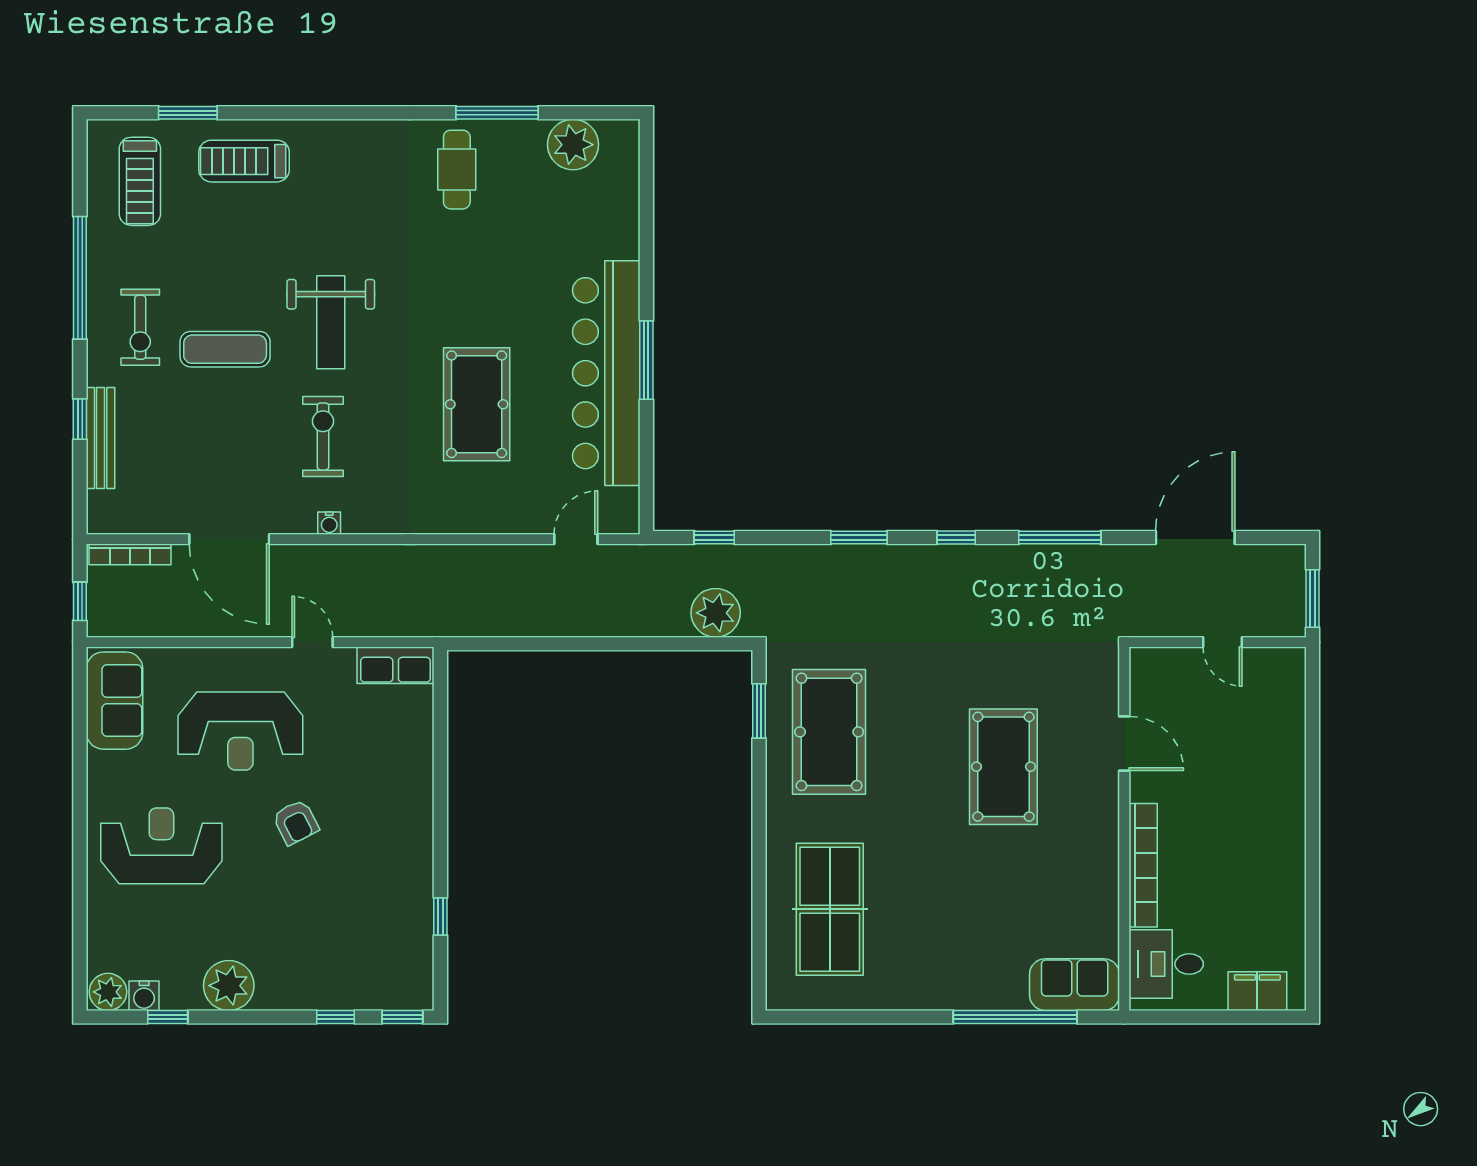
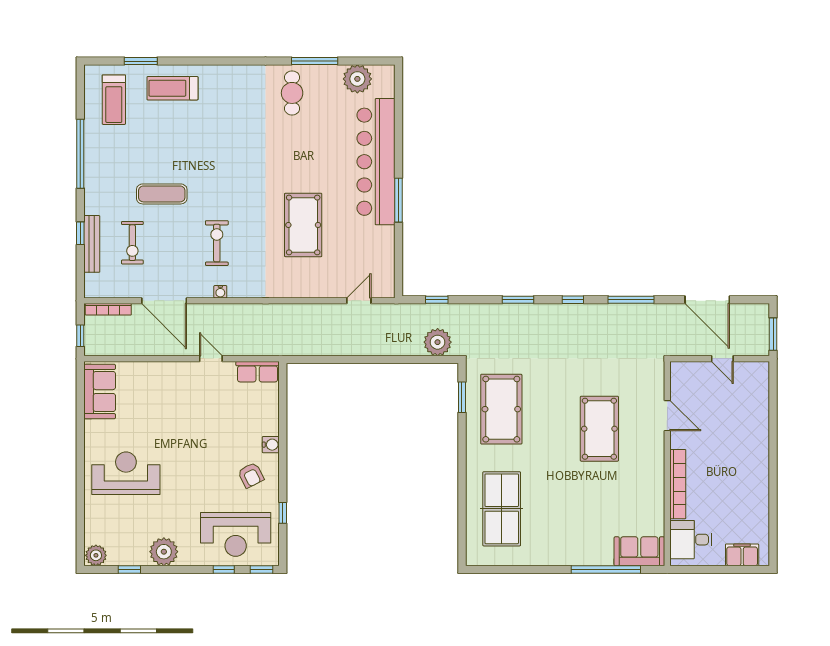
weight bench: (331, 322) -> (221, 179), removed
exercise bike: (140, 327) -> (132, 243), moved
bar counter: (606, 373) -> (376, 162), moved
door: (1195, 538) -> (707, 300), swing flipped
reception desk: (240, 731) -> (236, 534), moved
armchair: (296, 822) -> (251, 475), moved
water cooler: (144, 996) -> (271, 445), moved, turned -90

